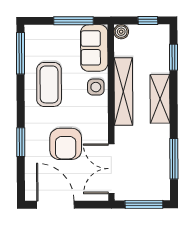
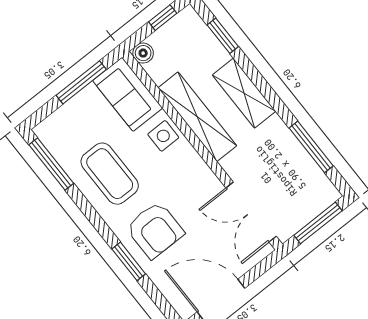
armchair: (66, 144) -> (155, 230), moved

